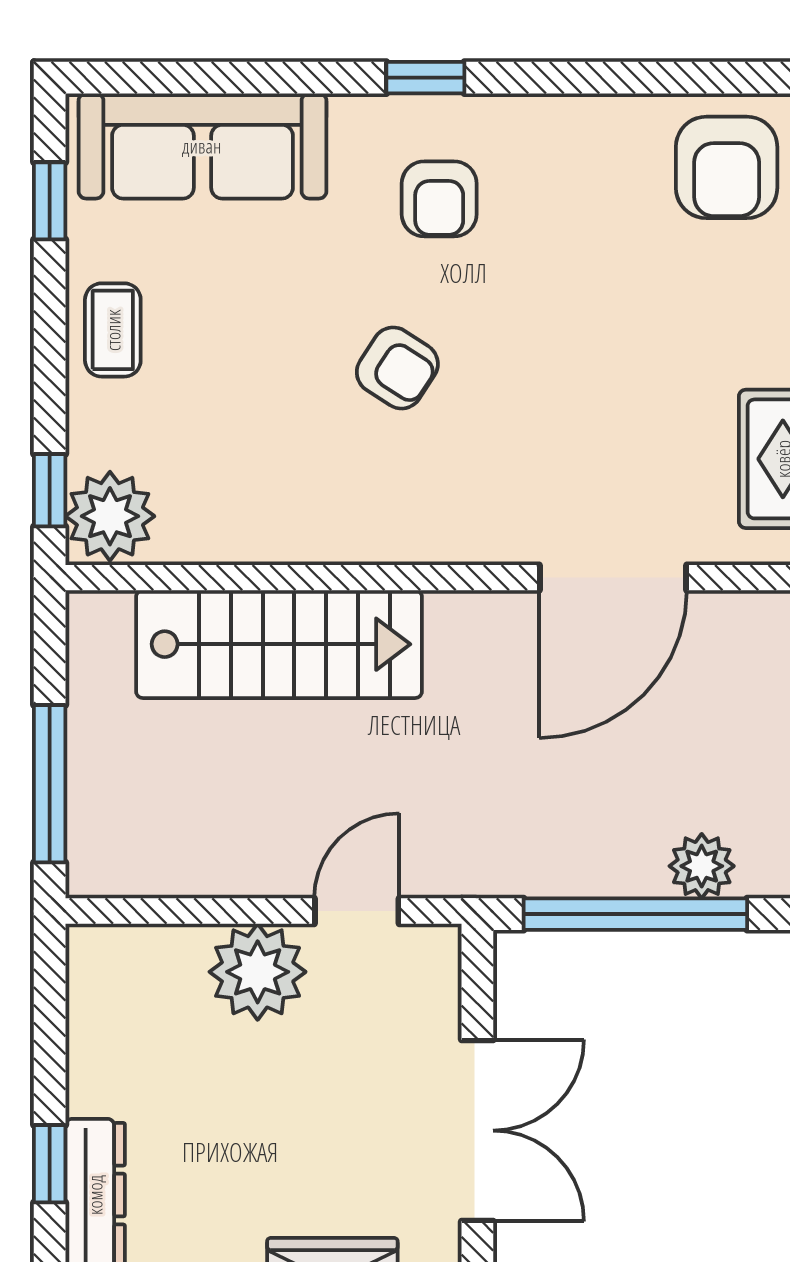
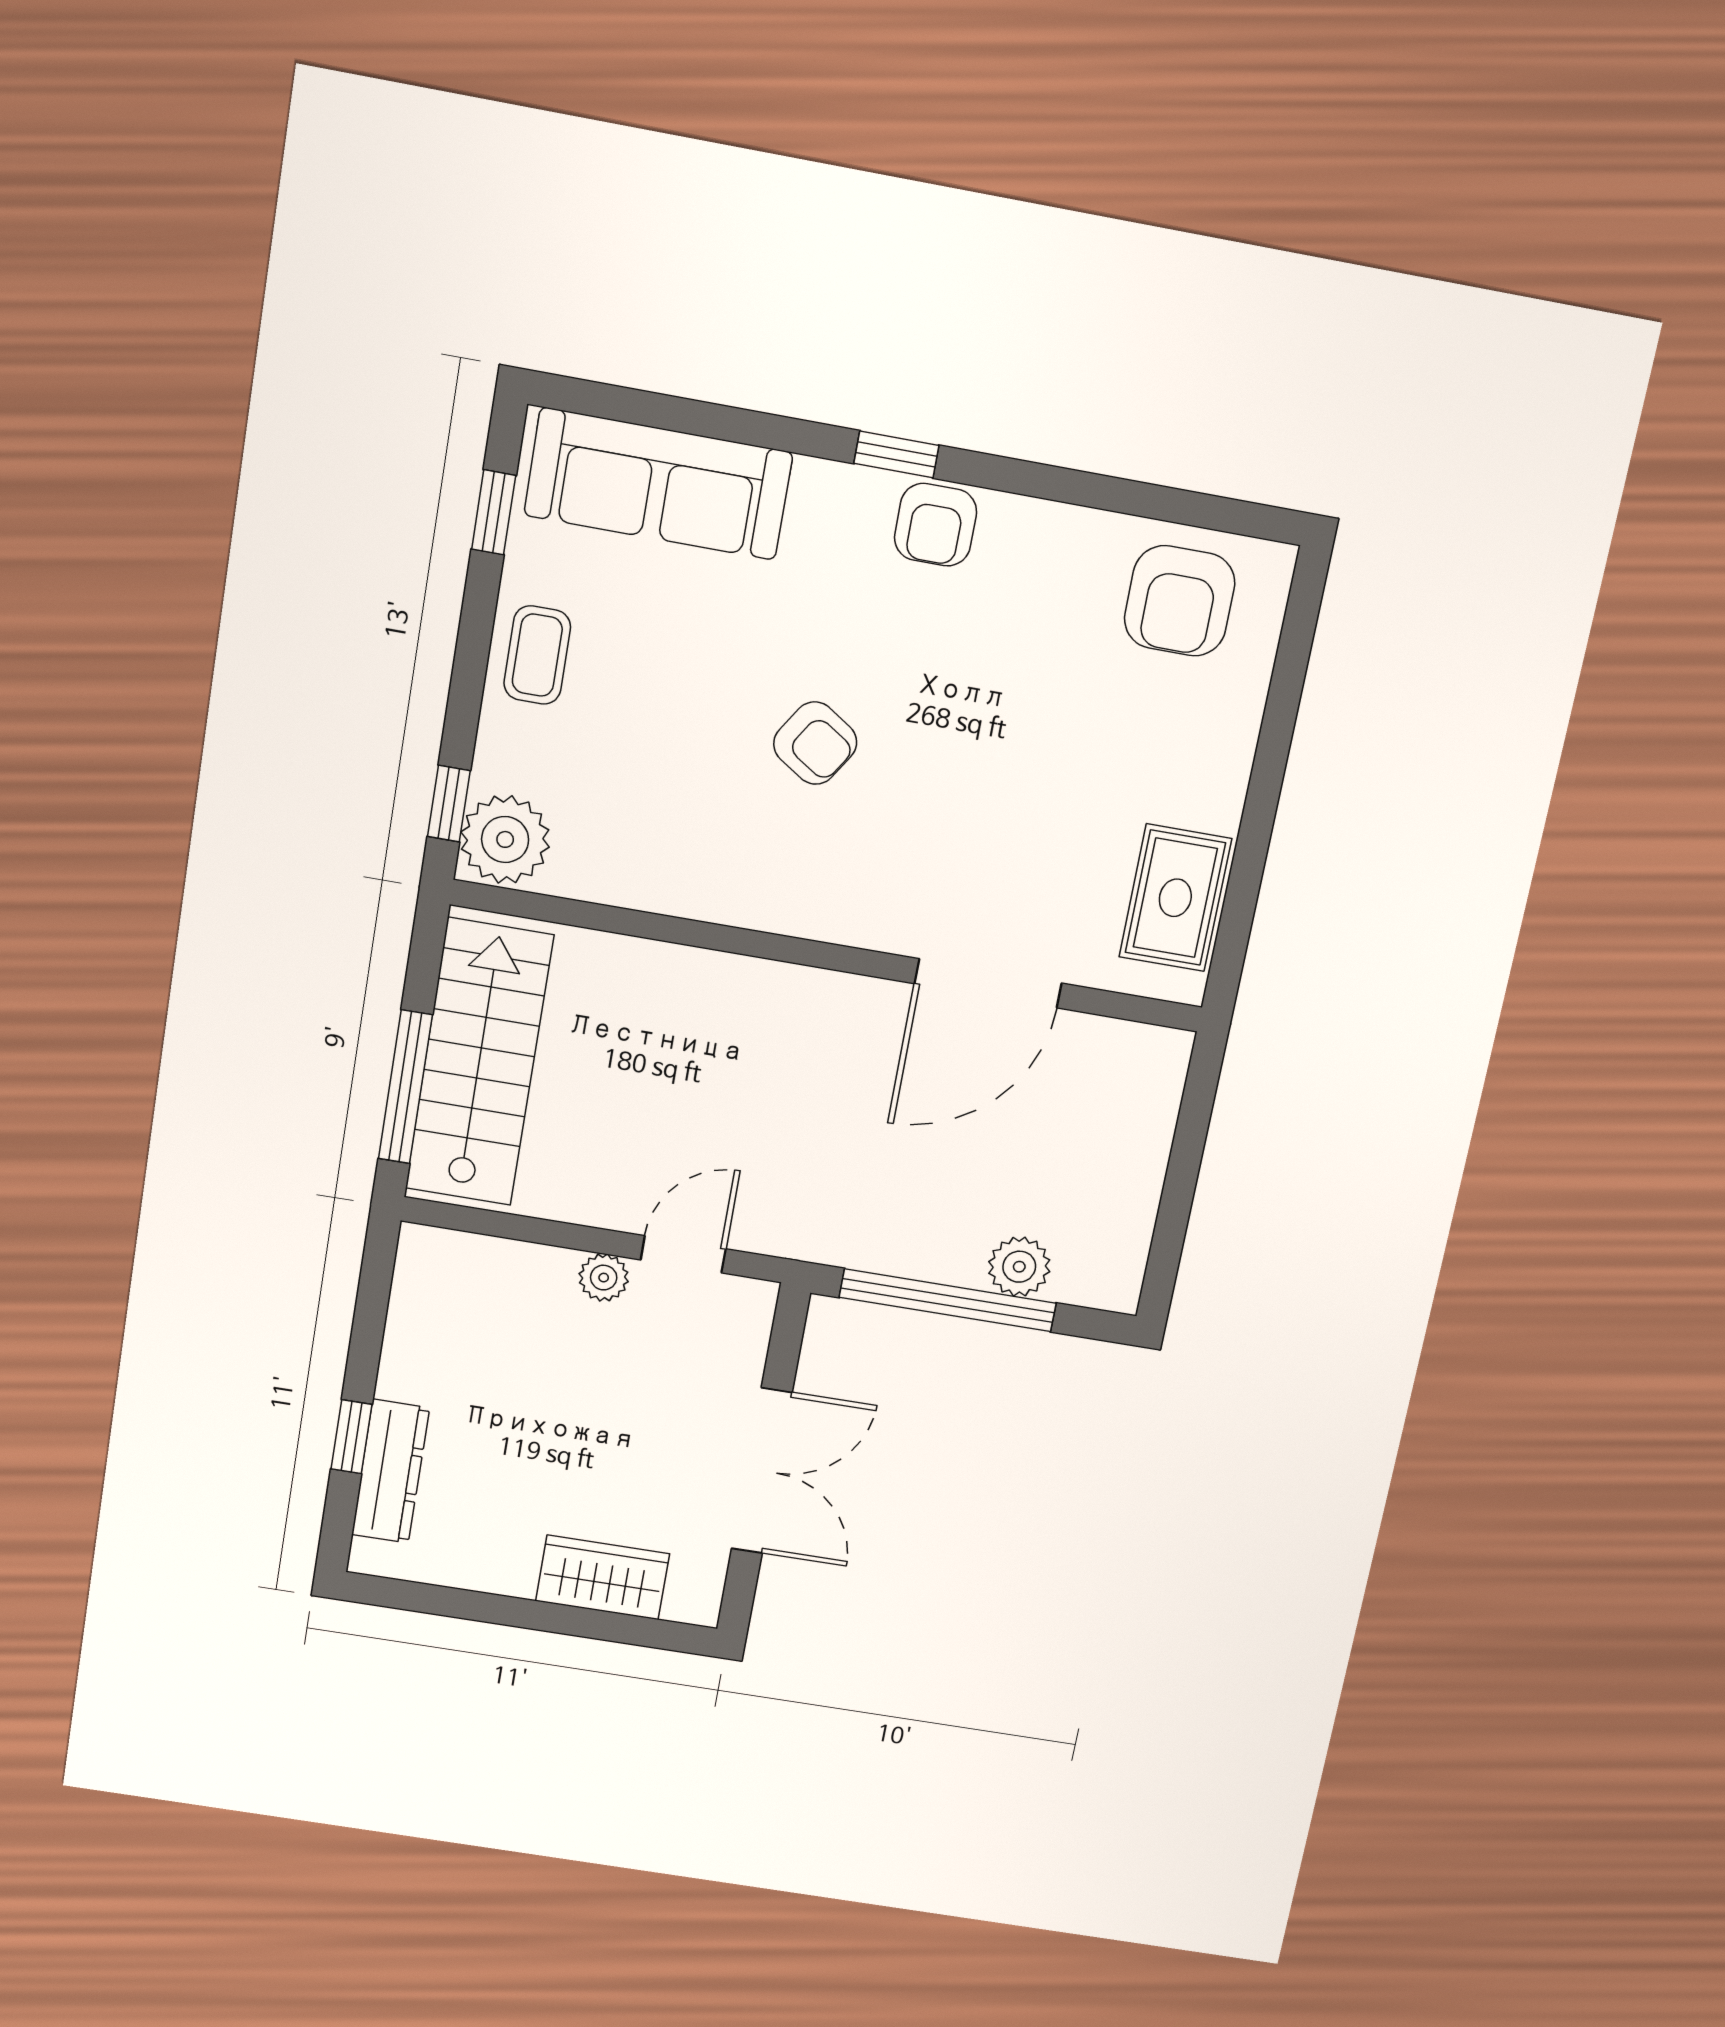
armchair: (439, 199) -> (936, 525), moved
stairs: (279, 644) -> (479, 1062), moved, turned -90
plant: (258, 972) -> (604, 1278), width x0.53, depth x0.53

